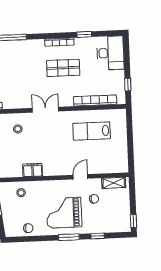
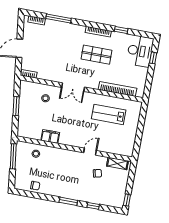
window: (128, 85) -> (153, 58), moved
double door: (45, 110) -> (73, 87), swing flipped
grand piano: (64, 213) -> (69, 179), removed

